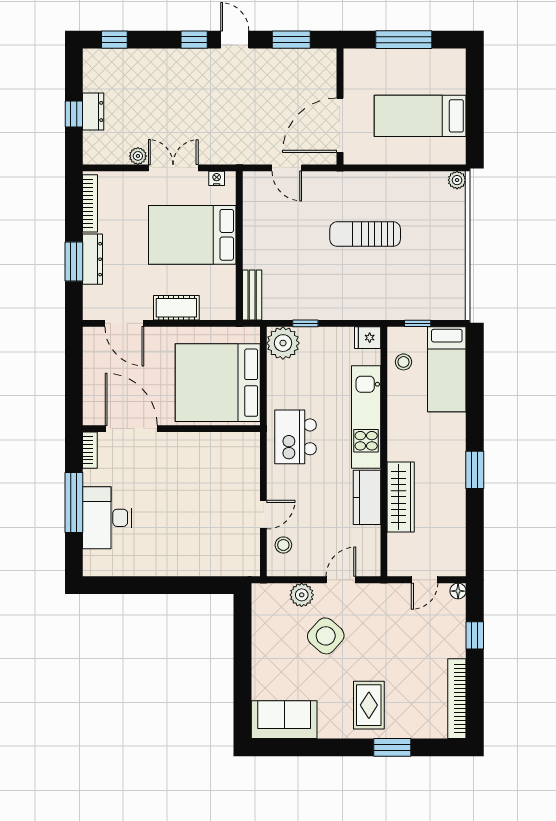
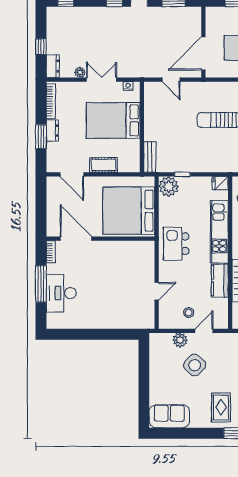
dresser: (93, 111) -> (53, 66), moved
dresser: (92, 259) -> (52, 131), width x0.70
stool: (283, 545) -> (189, 313), moved

